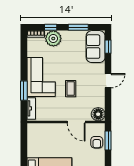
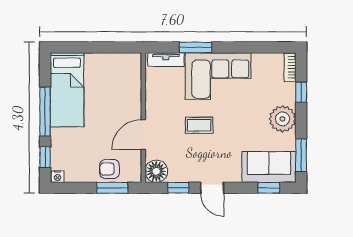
window: (78, 27) -> (301, 155), moved
plant: (53, 38) -> (283, 119), moved
window: (108, 101) -> (178, 188), added

